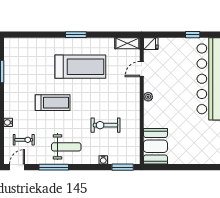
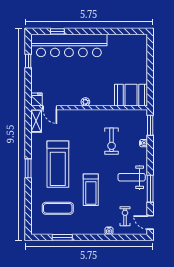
exercise mat: (32, 67) -> (58, 208), added
treadmill: (80, 67) -> (58, 164), turned 180
door: (142, 69) -> (50, 108), moved
treadmill: (53, 103) -> (91, 190), turned 180
weight bench: (66, 147) -> (132, 177), turned -90

